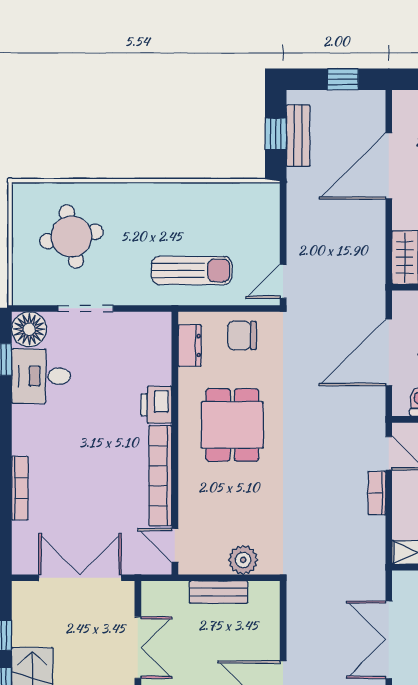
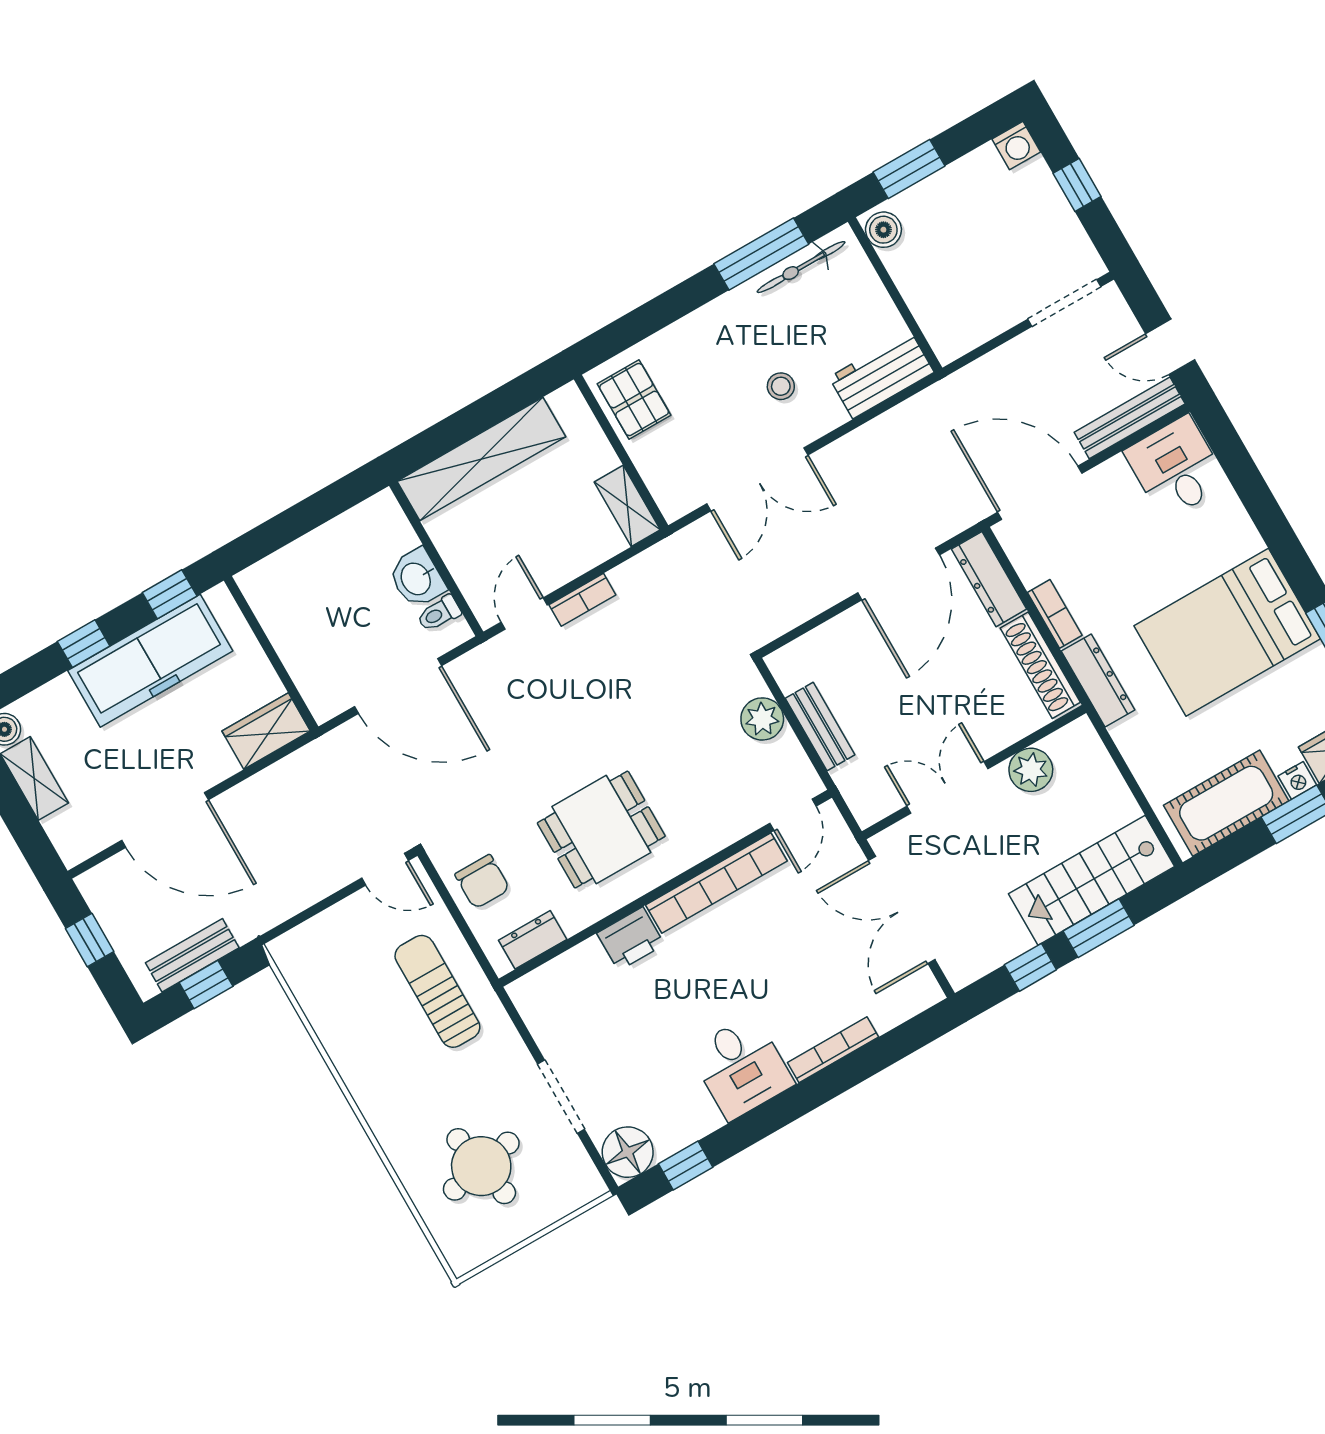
desk: (41, 376) -> (741, 1067), moved

